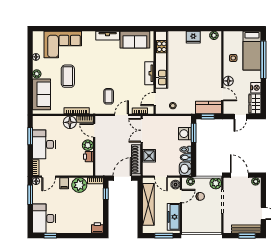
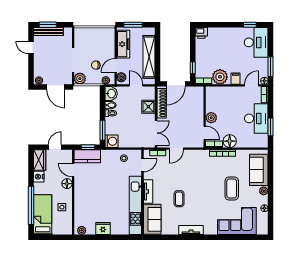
sofa: (135, 40) -> (152, 219), moved, turned 90
coffee table: (109, 96) -> (179, 199), moved
washing machine: (185, 134) -> (112, 141), moved
printer: (88, 157) -> (211, 106), removed

